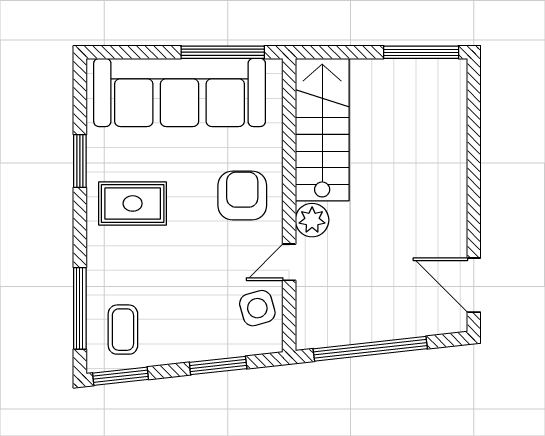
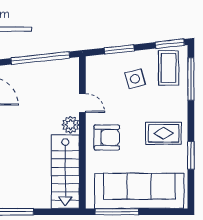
armchair: (242, 196) -> (107, 137), turned -90
door: (289, 262) -> (82, 103), hinge flipped
side table: (257, 308) -> (135, 79), moved
coffee table: (123, 330) -> (169, 68), width x1.36, depth x1.30

